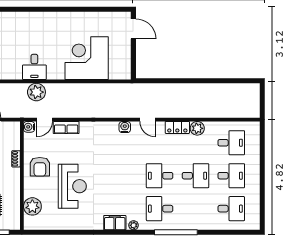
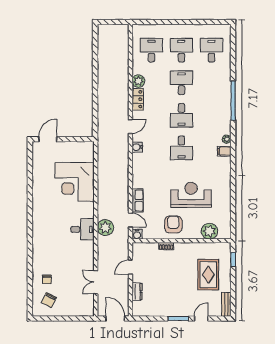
armchair: (40, 167) -> (173, 224), turned -90
desk: (160, 209) -> (181, 148), moved
filing cabinet: (115, 223) -> (224, 151), width x0.50

